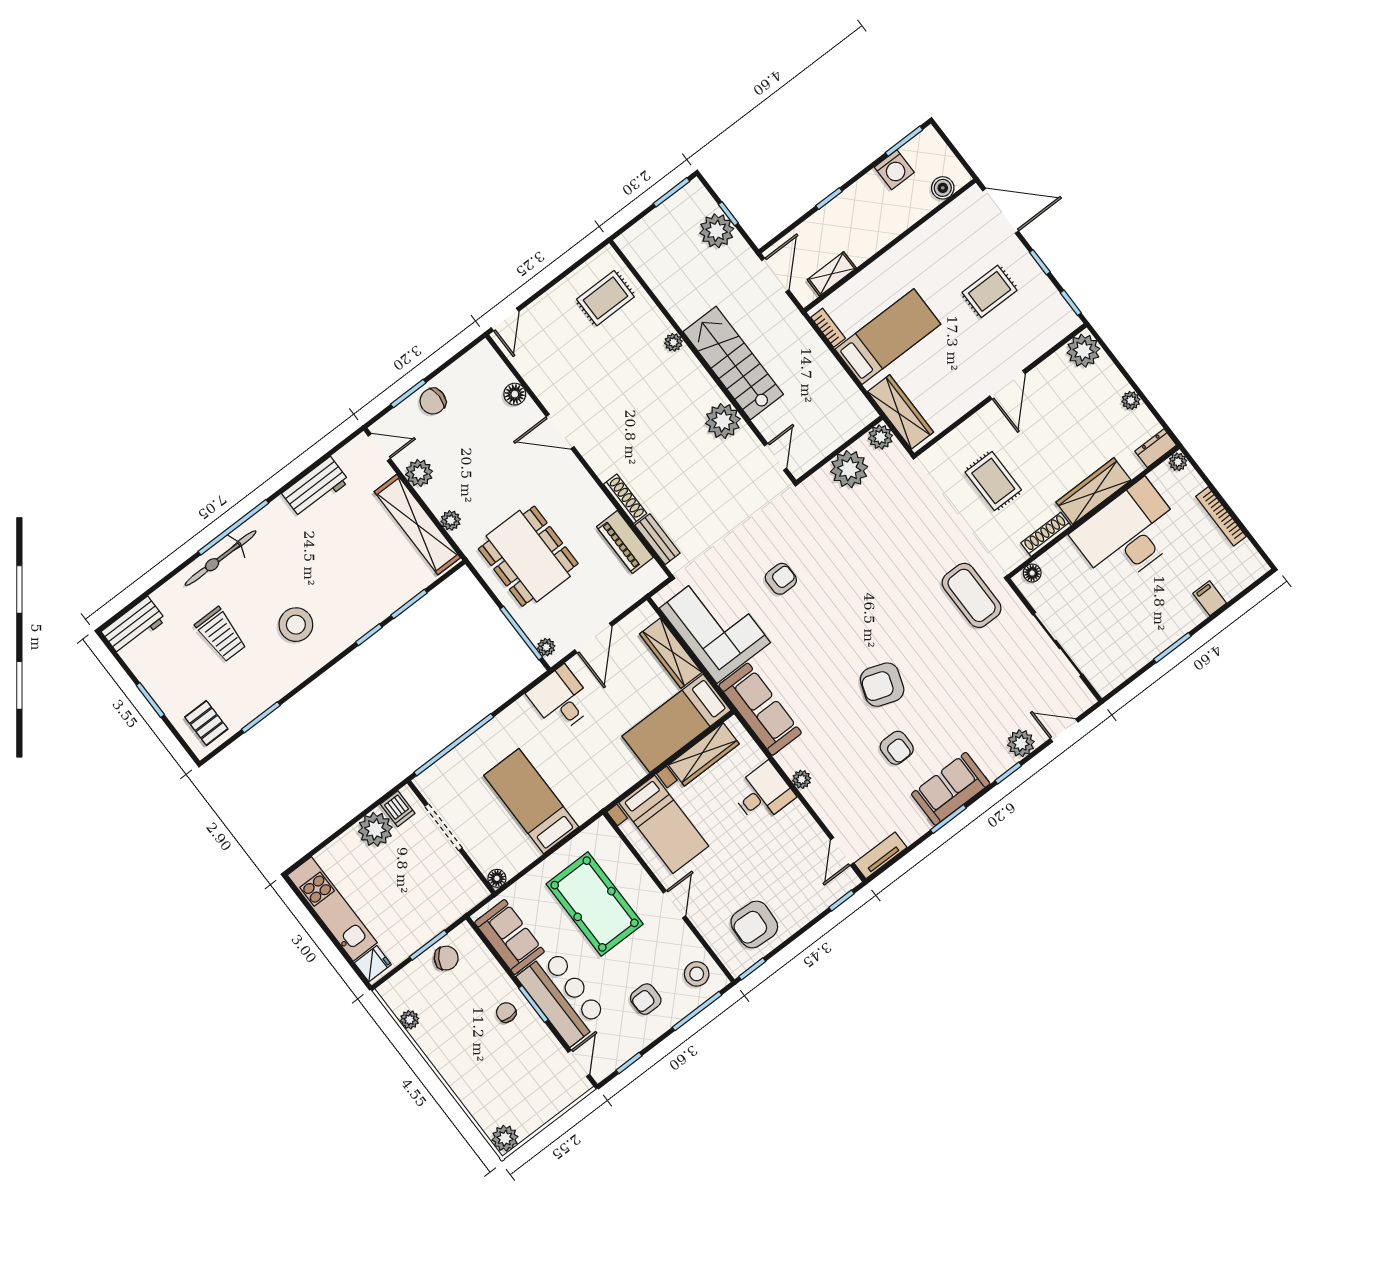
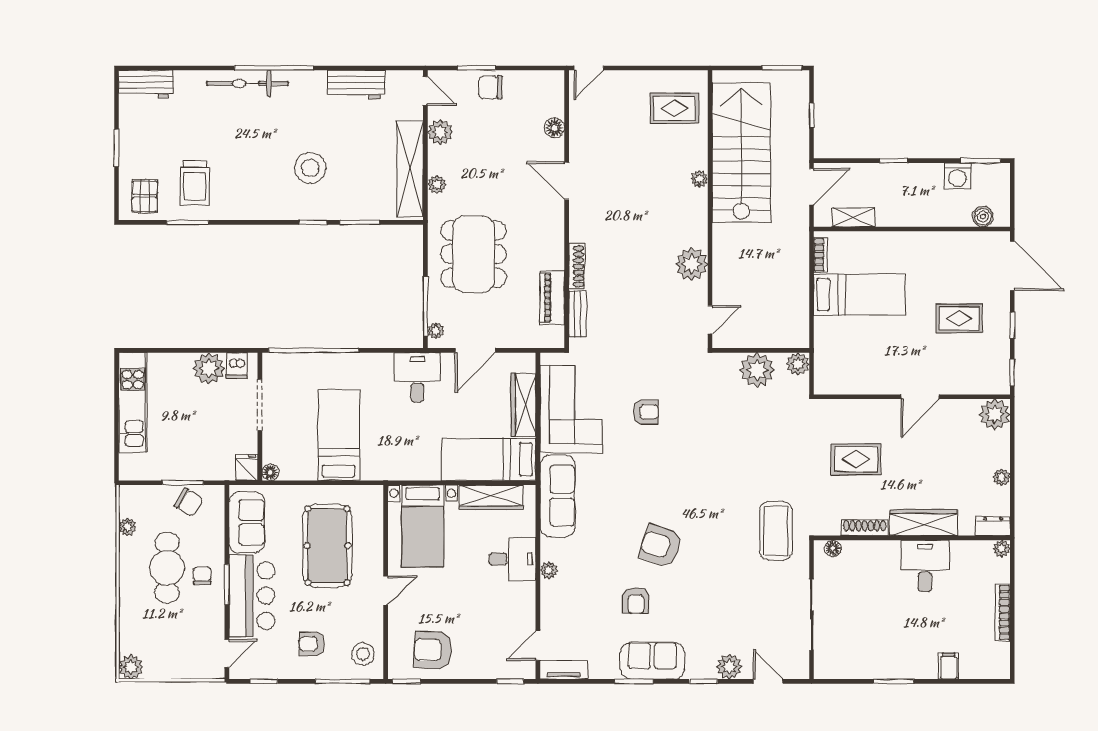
plant: (717, 231) -> (793, 121), removed
stairs: (733, 363) -> (741, 153), moved, width x1.36, depth x1.51
wardrobe: (901, 412) -> (827, 357), removed
rug: (993, 481) -> (856, 459), turned 90
desk: (1128, 534) -> (925, 566), width x0.53, depth x0.77
stool: (296, 625) -> (310, 168), moved
trolley: (221, 635) -> (195, 183), moved
fridge: (373, 964) -> (247, 467), moved, turned -90
cafe table: (471, 1029) -> (167, 568), added

